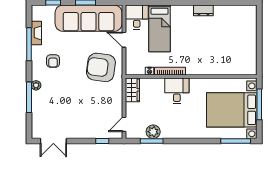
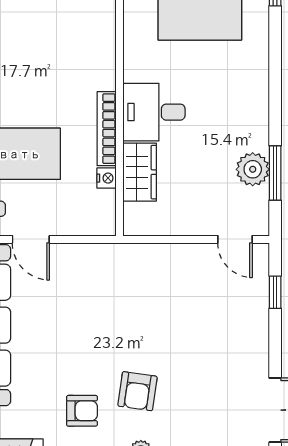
door: (124, 40) -> (31, 239), hinge flipped
armchair: (101, 67) -> (137, 391), moved, width x0.53, depth x0.53
wardrobe: (132, 90) -> (140, 172), moved, turned 90

